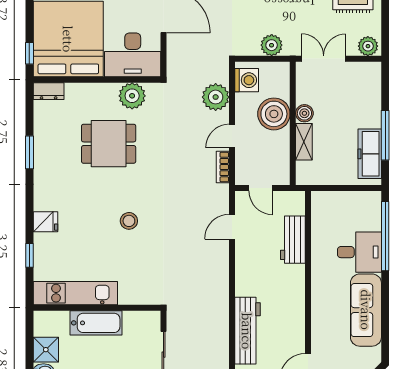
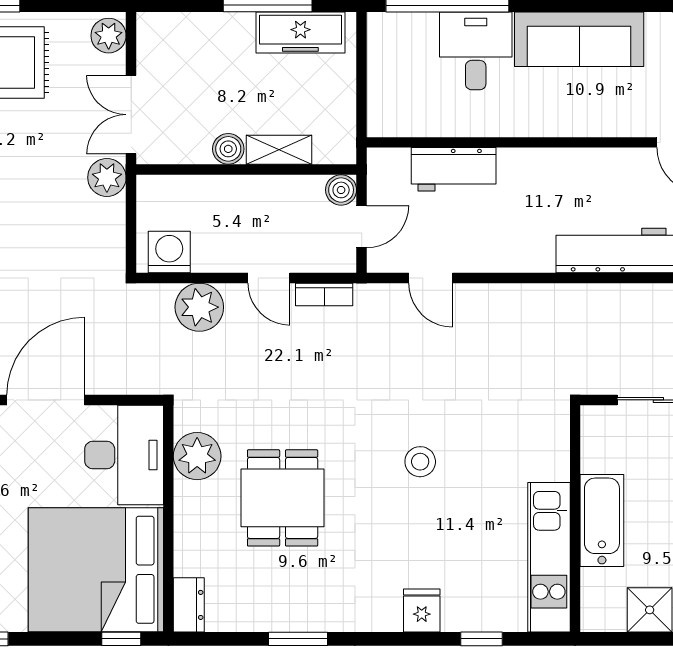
plant: (272, 45) -> (107, 177), moved
boiler: (274, 114) -> (341, 190), moved, width x0.54, depth x0.54

